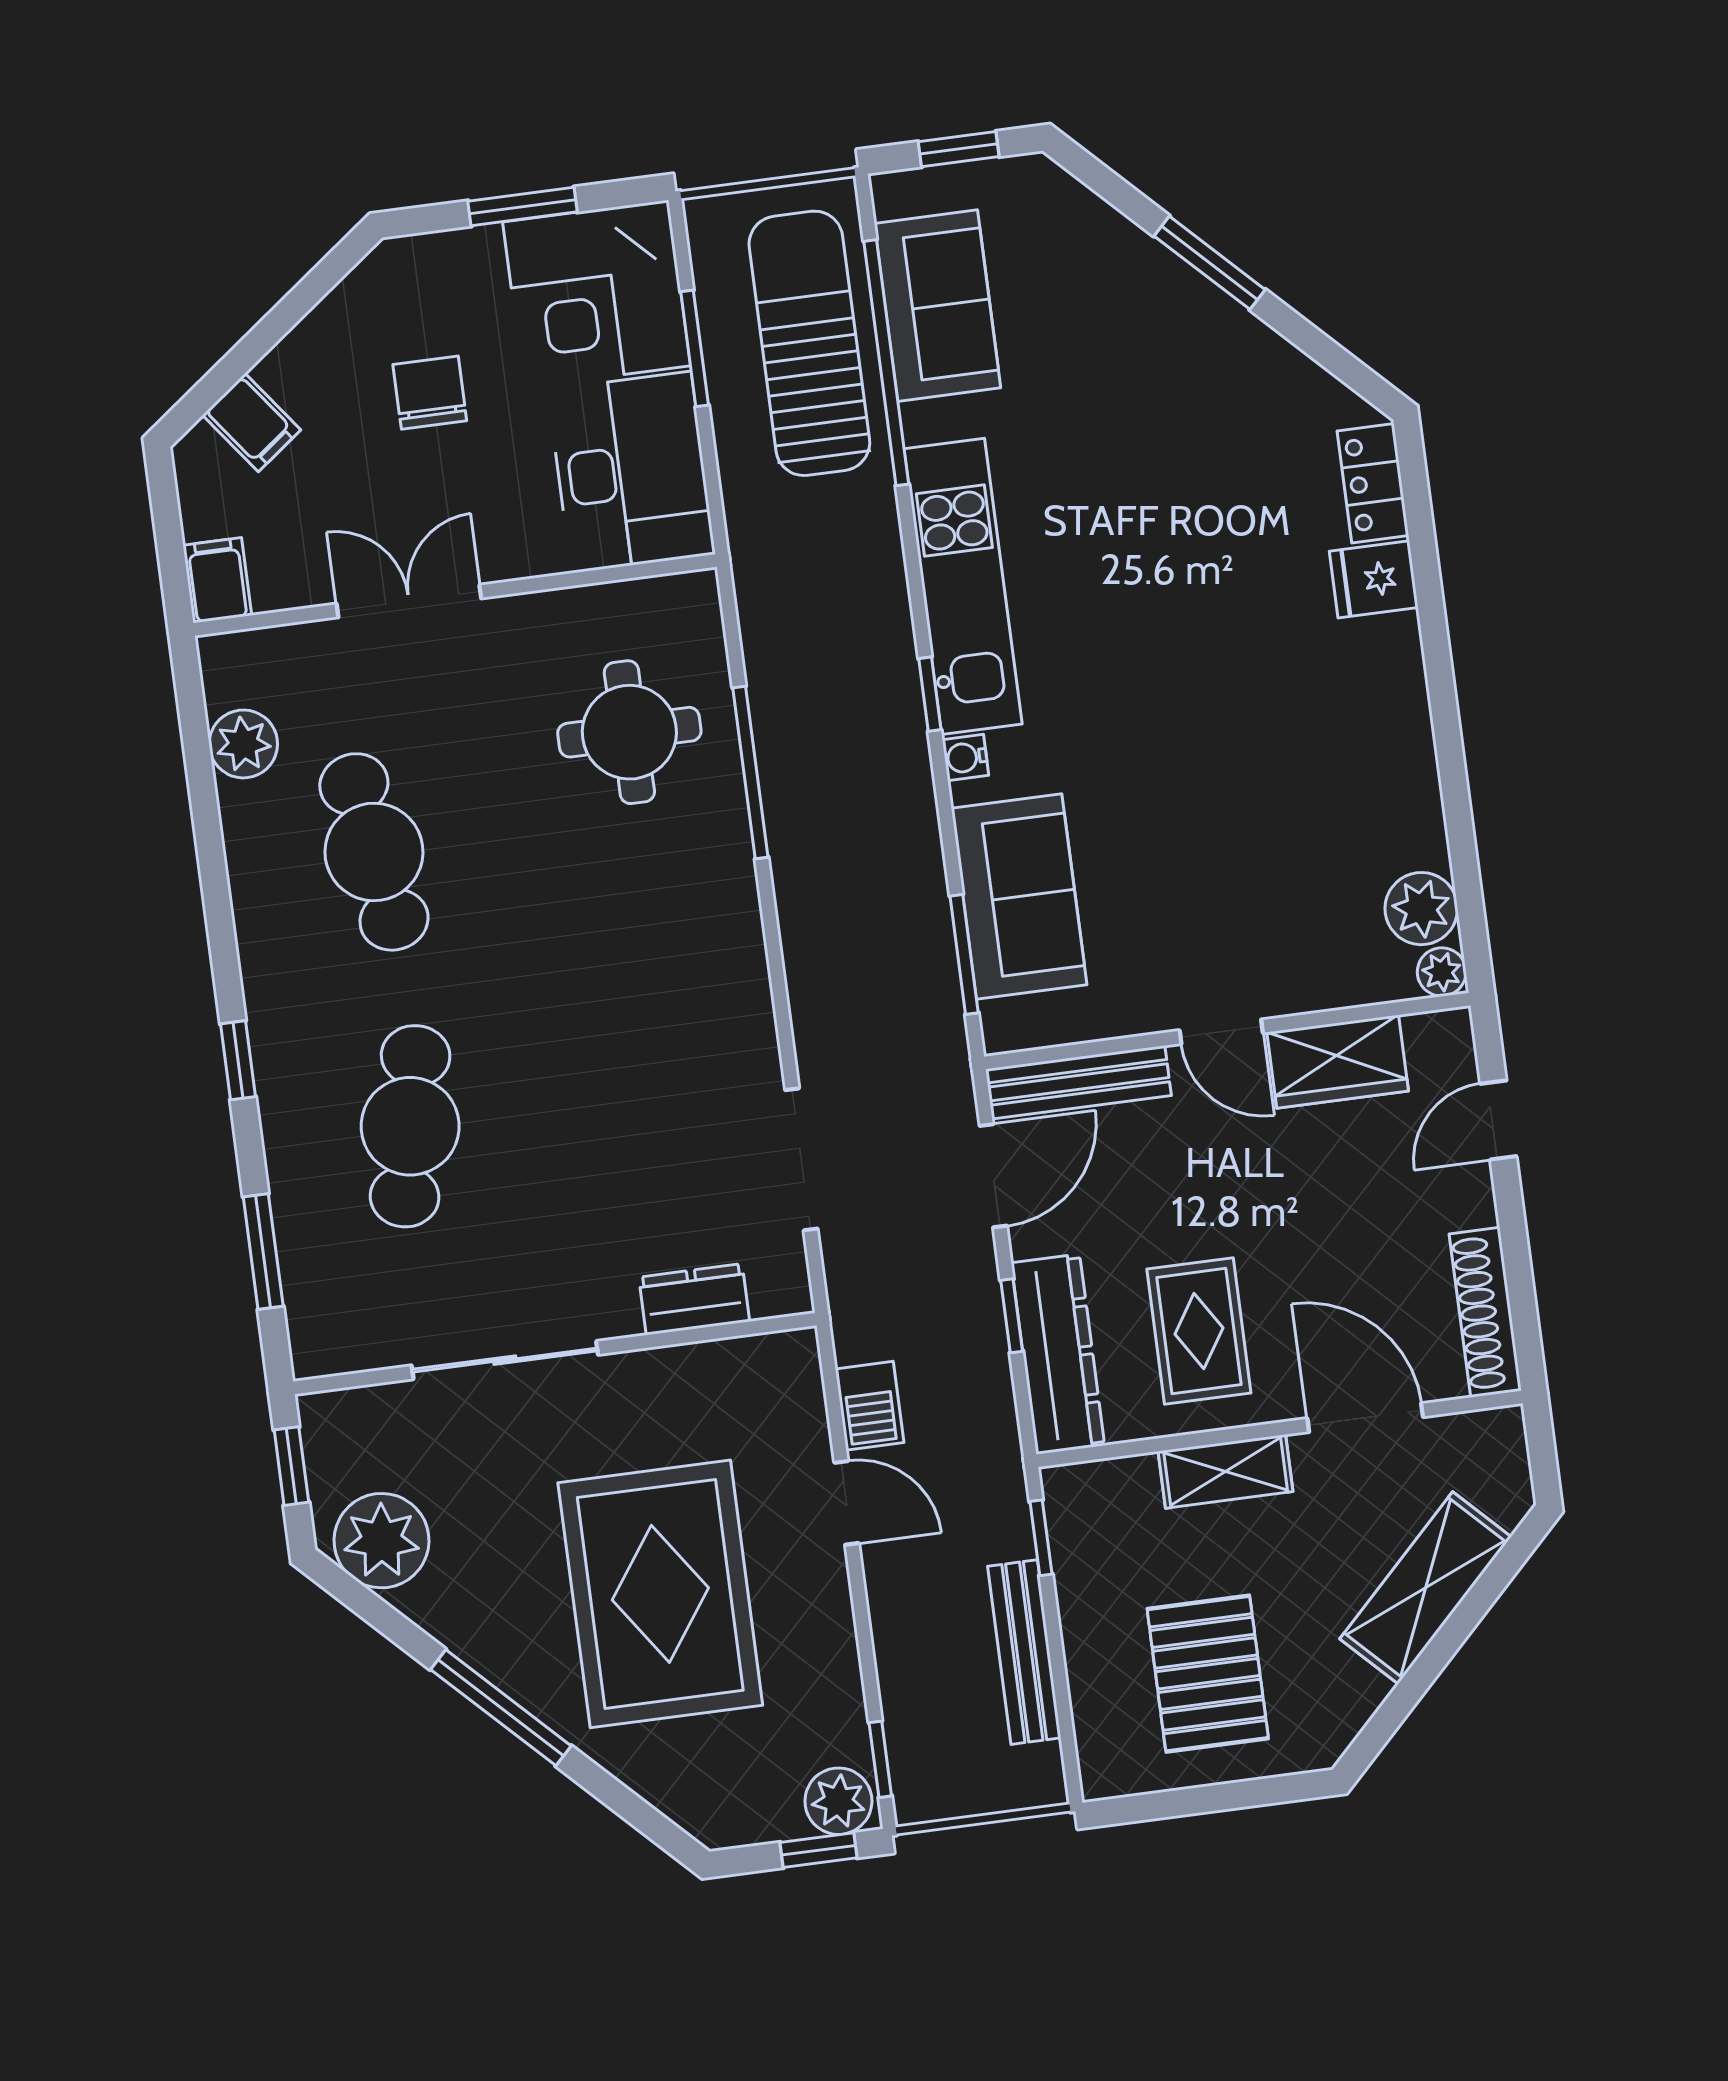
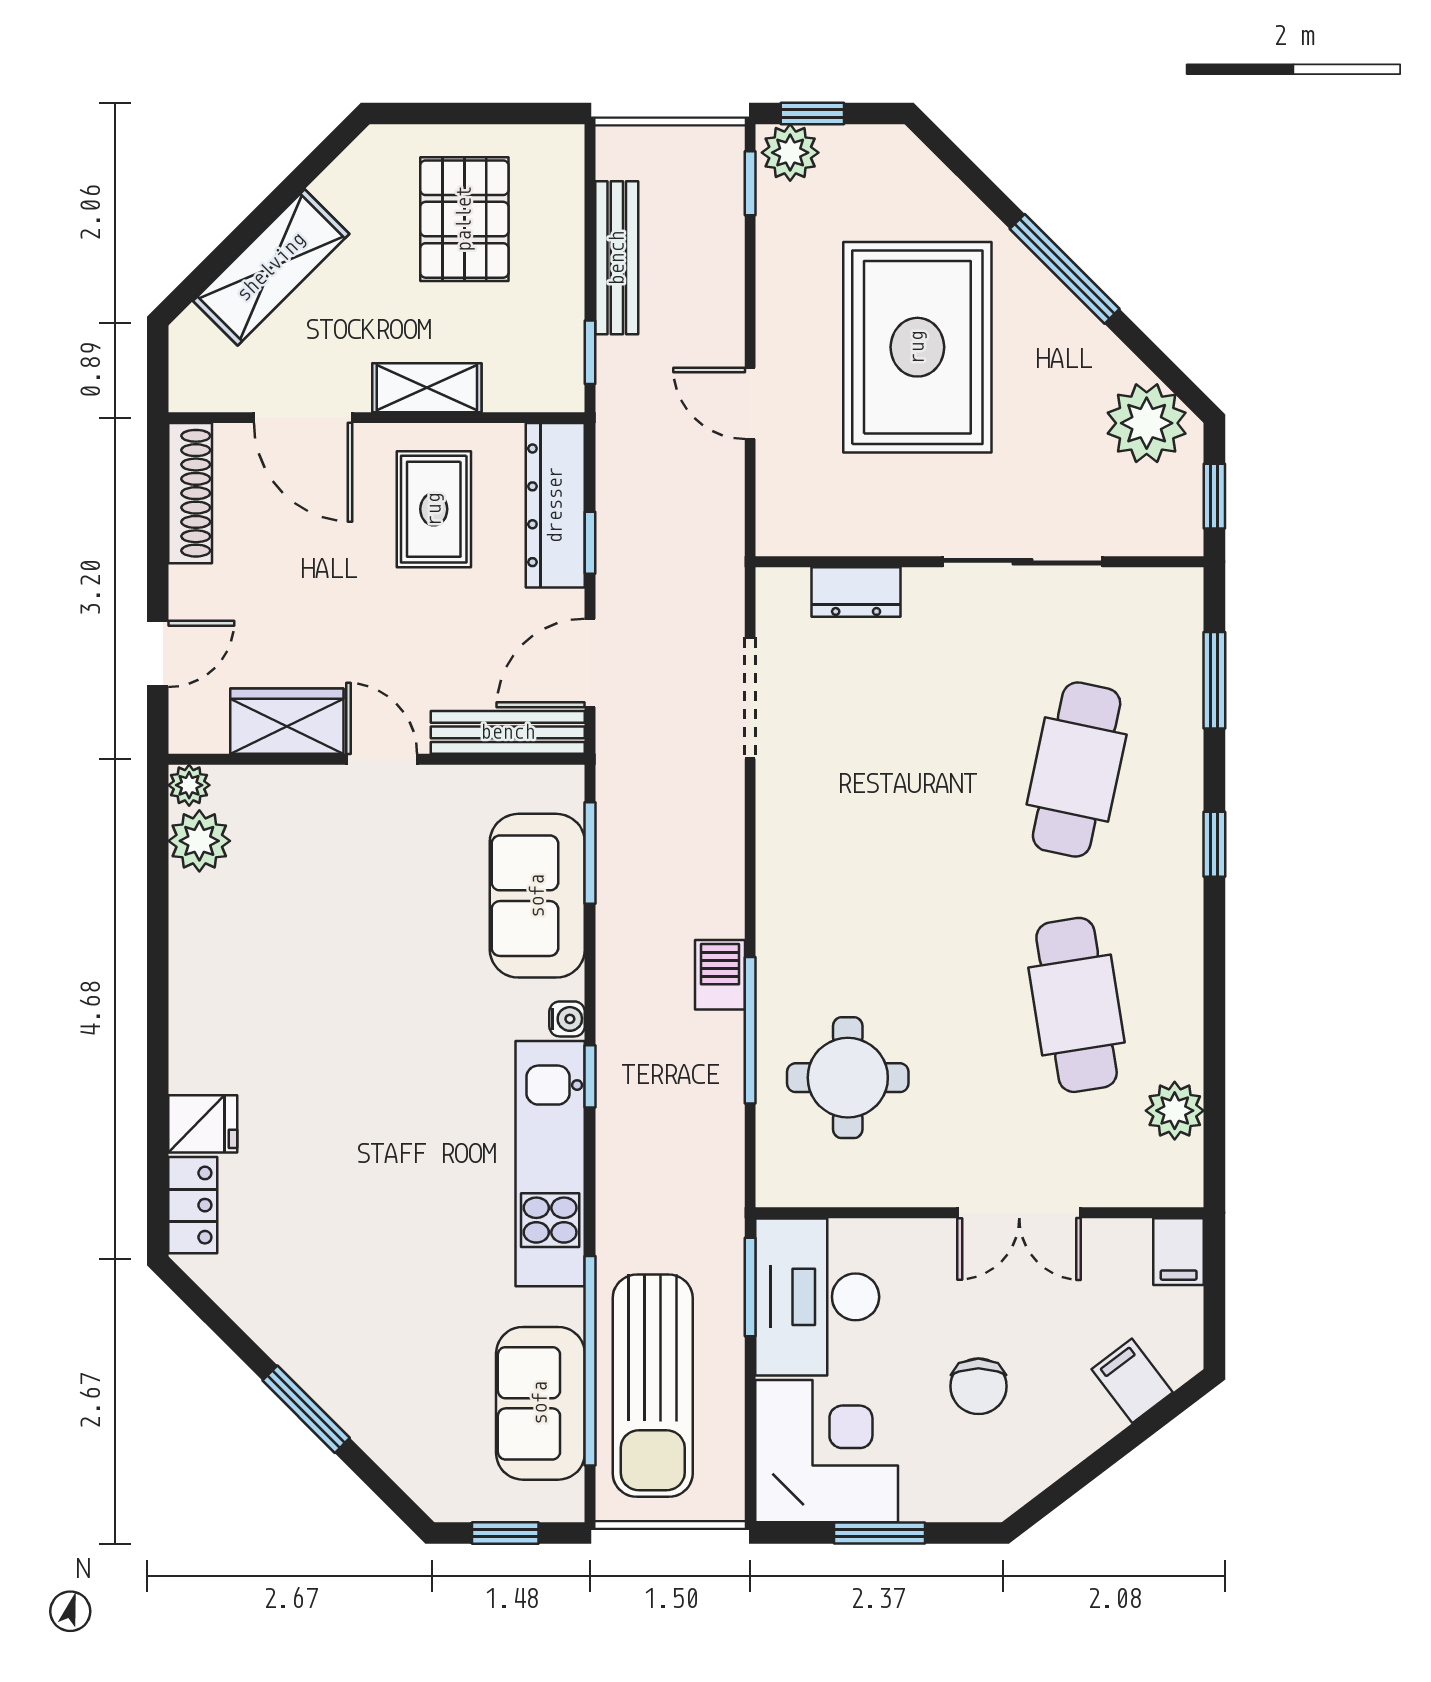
window: (695, 348) -> (750, 1287), moved
barbecue: (870, 1406) -> (720, 975), moved

